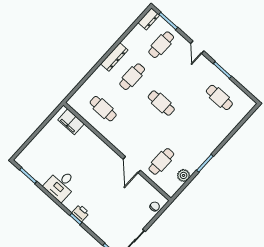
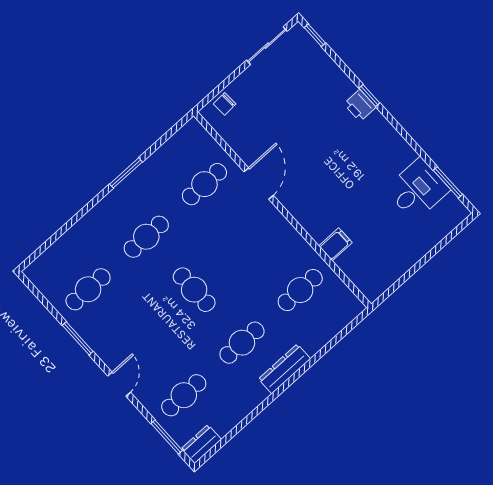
dresser: (114, 57) -> (285, 369), moved
cafe table: (219, 97) -> (88, 289), turned 90
cafe table: (103, 109) -> (300, 290), turned 90
filing cabinet: (71, 122) -> (335, 244), moved, width x0.50
cafe table: (190, 129) -> (146, 237), added
plant: (184, 175) -> (167, 155), removed
desk: (61, 185) -> (417, 190), moved

